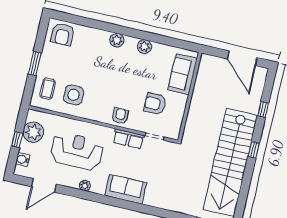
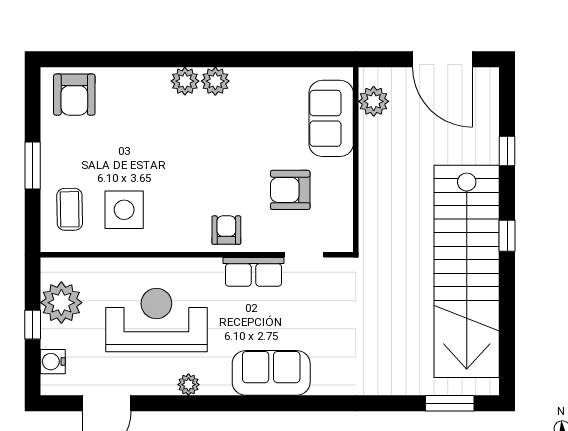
plant: (144, 47) -> (215, 81), moved
plant: (205, 71) -> (374, 101), added

